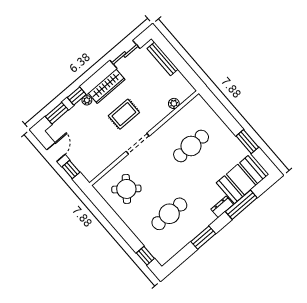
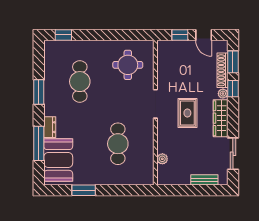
bench: (163, 59) -> (204, 180), width x0.73
shoe rack: (70, 116) -> (222, 70), added
round table: (126, 189) -> (128, 65), turned -38

